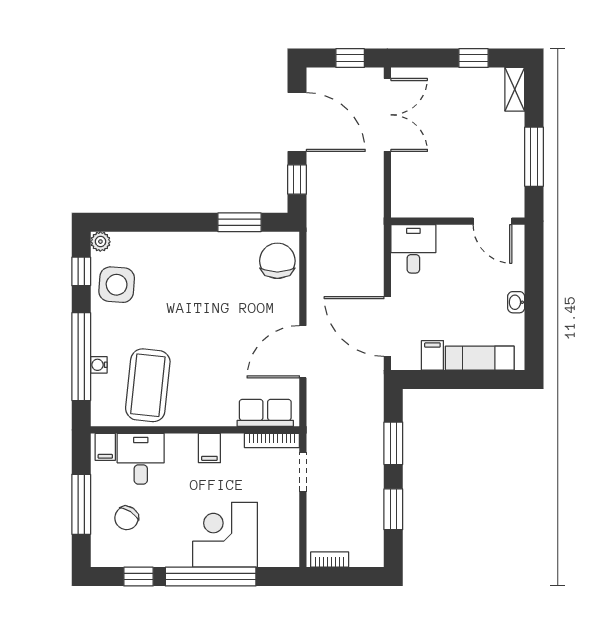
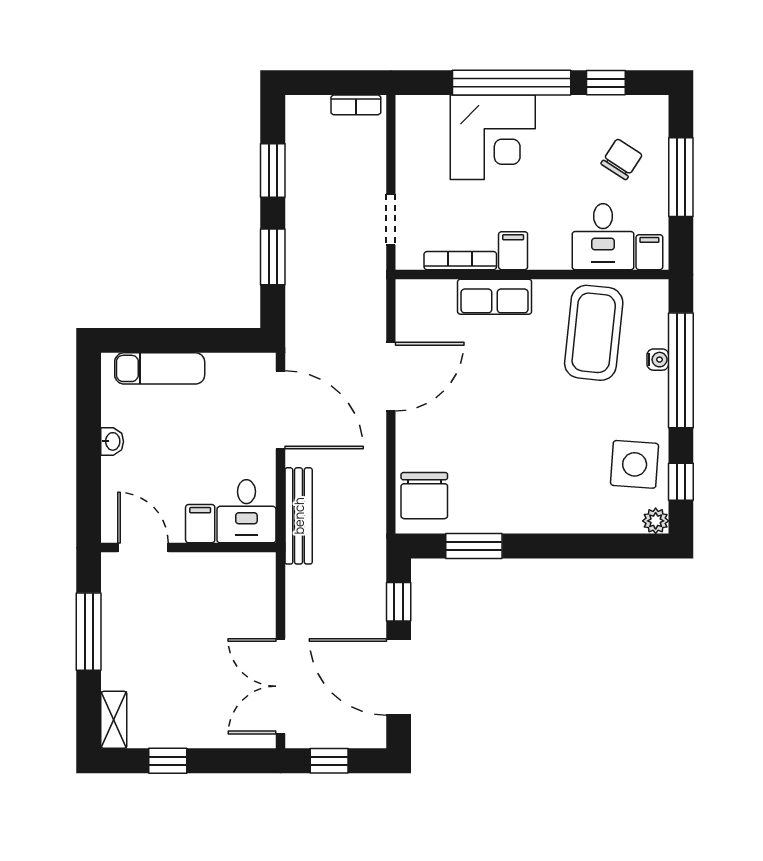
bench: (374, 245) -> (299, 516), added
filing cabinet: (432, 355) -> (200, 524), moved, turned 180
row of seats: (265, 413) -> (495, 297), moved
bookcase: (272, 440) -> (460, 261), moved

